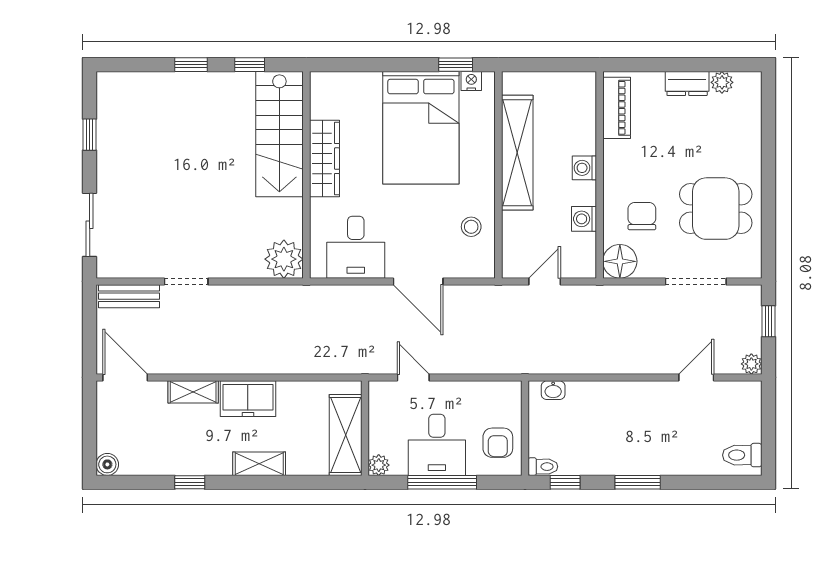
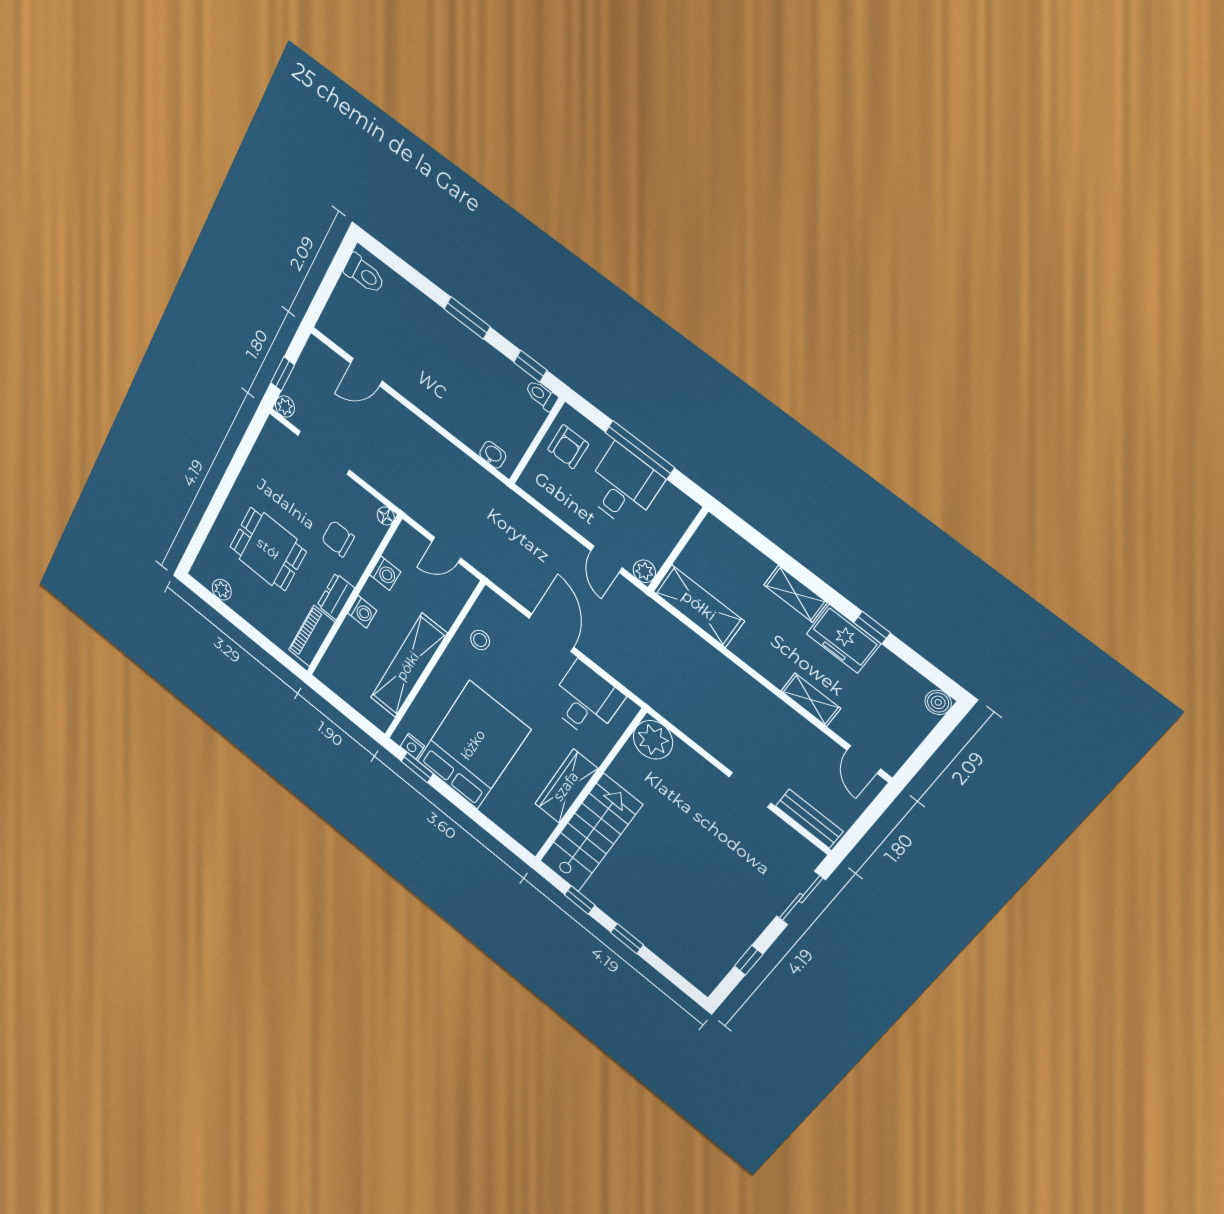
dresser: (687, 84) -> (336, 597), moved, turned -90
dining table: (716, 209) -> (268, 549), moved
chair: (642, 216) -> (338, 539), turned 90
floor lamp: (620, 261) -> (386, 516), width x0.53, depth x0.53
plant: (751, 364) -> (285, 406), moved
door: (125, 377) -> (864, 759), width x0.73
freezer: (248, 399) -> (843, 639), moved, turned 180
shelving: (346, 435) -> (699, 606), moved, turned 90
armchair: (498, 443) -> (568, 447), turned 180
plant: (379, 465) -> (644, 571), moved

